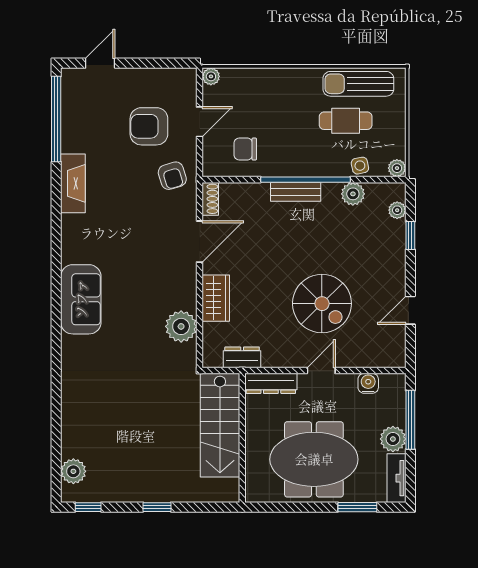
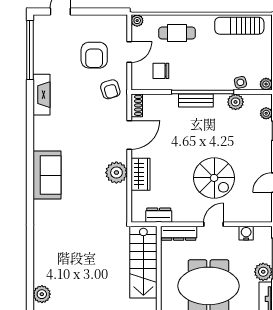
cafe table: (346, 121) -> (177, 33), moved
armchair: (149, 126) -> (94, 55), turned -90
plant: (181, 326) -> (116, 173), moved

